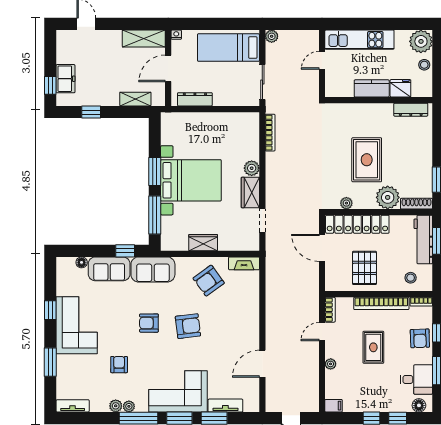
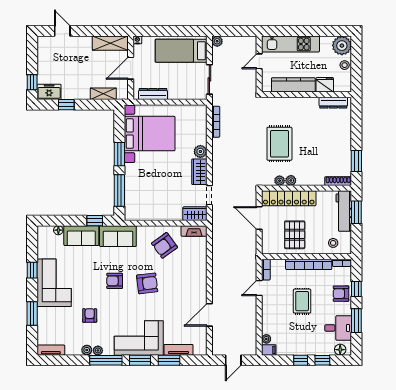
freezer: (66, 79) -> (49, 92), moved, turned -90
kitchen counter: (372, 88) -> (293, 85), width x1.50
rug: (367, 160) -> (279, 144), moved
bed with nightstands: (191, 180) -> (150, 134), moved
plant: (388, 197) -> (291, 180), moved, width x0.53, depth x0.53
wardrobe: (203, 243) -> (195, 214), moved
armchair: (420, 338) -> (341, 294), turned 92
plant: (331, 364) -> (266, 339), moved

